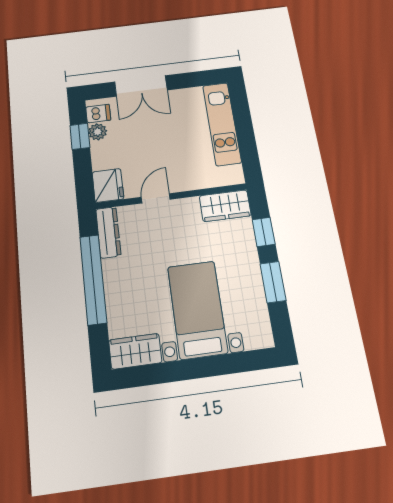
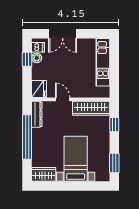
door: (156, 198) -> (63, 99), hinge flipped
wardrobe: (225, 206) -> (91, 108), width x1.50
window: (273, 282) -> (114, 163), moved

